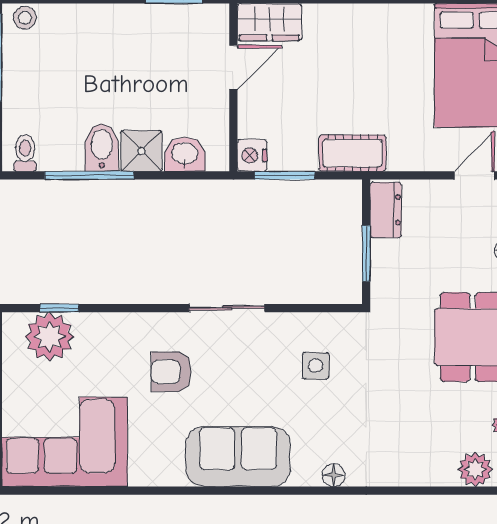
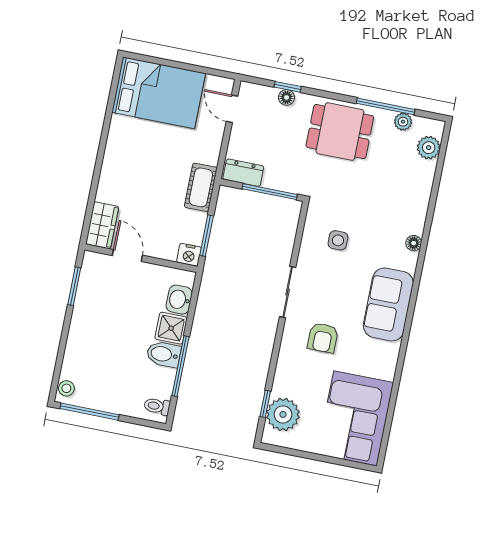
window: (366, 253) -> (270, 192), width x1.44

